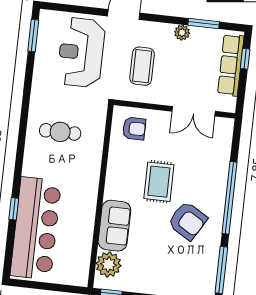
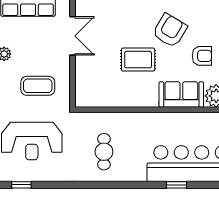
window: (33, 35) -> (21, 185), width x0.67
armchair: (134, 129) -> (202, 56), moved, turned 90

